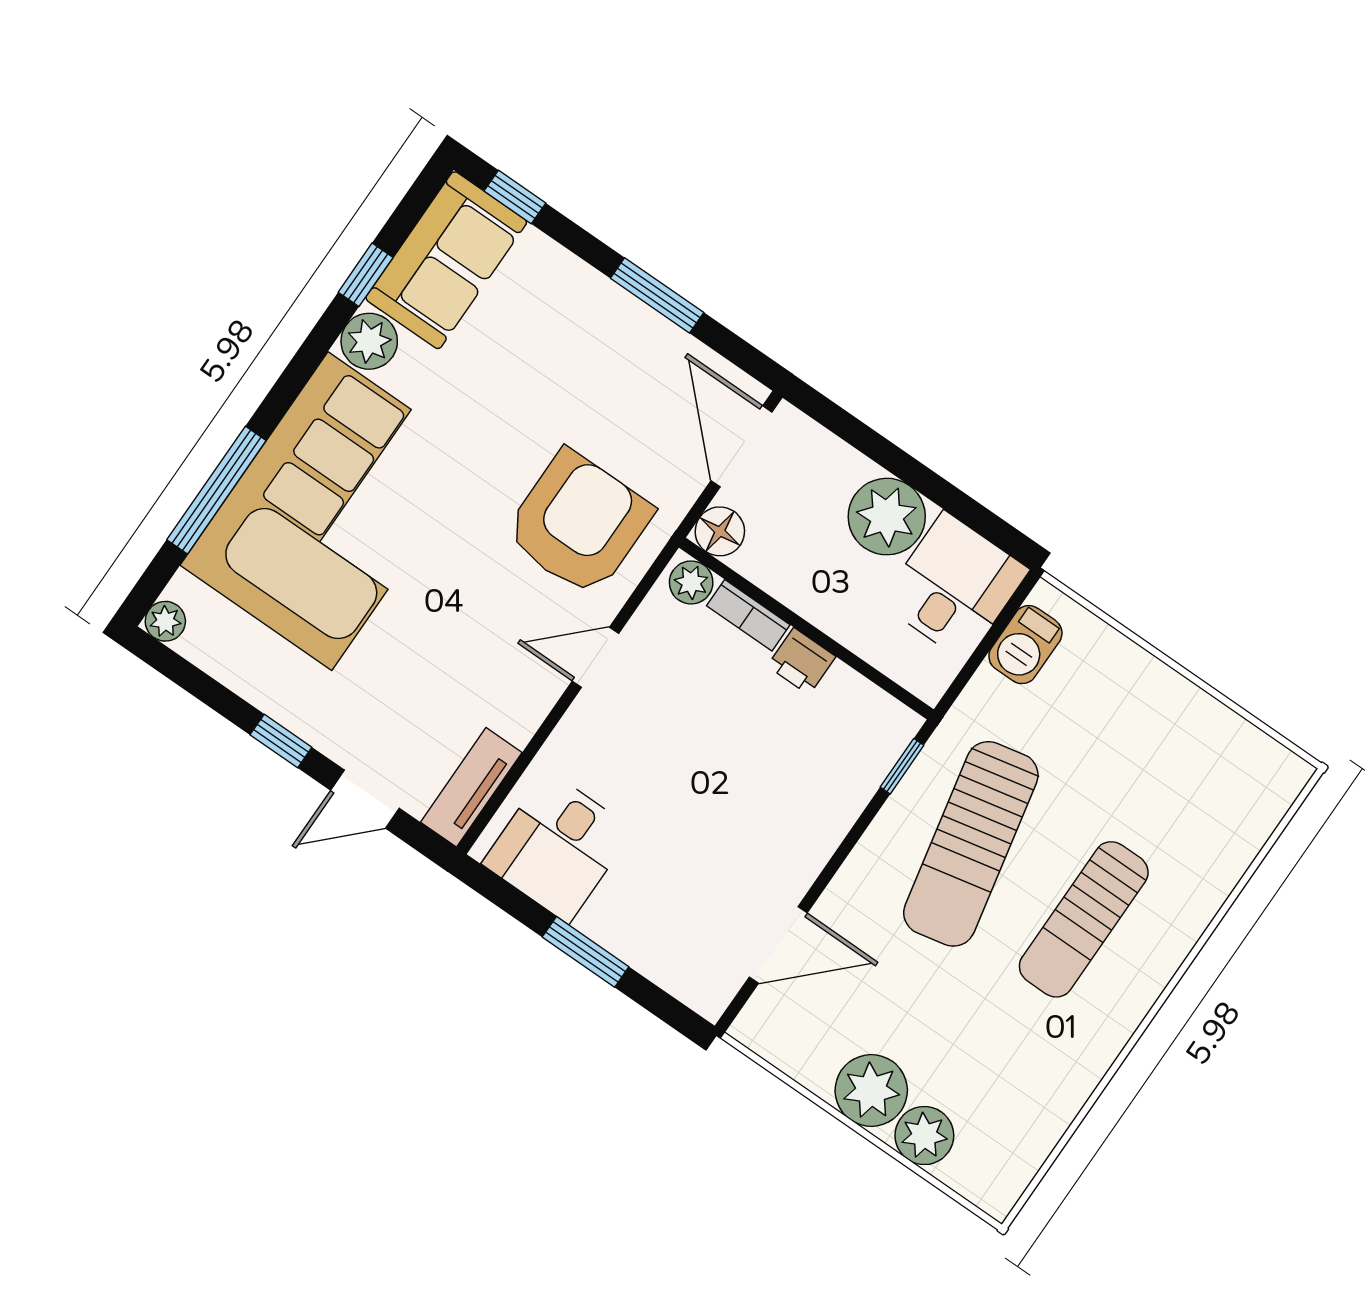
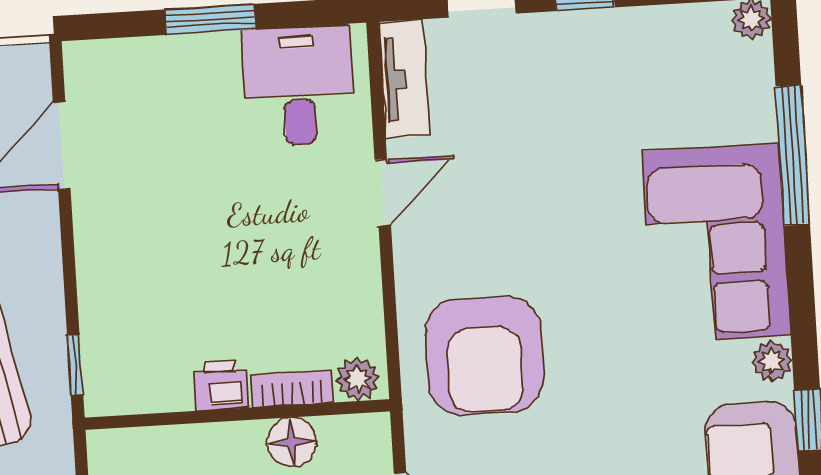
plant: (369, 341) -> (772, 361), width x0.73, depth x0.73
corner sofa: (330, 511) -> (716, 243), width x0.73, depth x0.74
floor lamp: (720, 531) -> (292, 442), moved
door: (595, 657) -> (383, 193), moved

